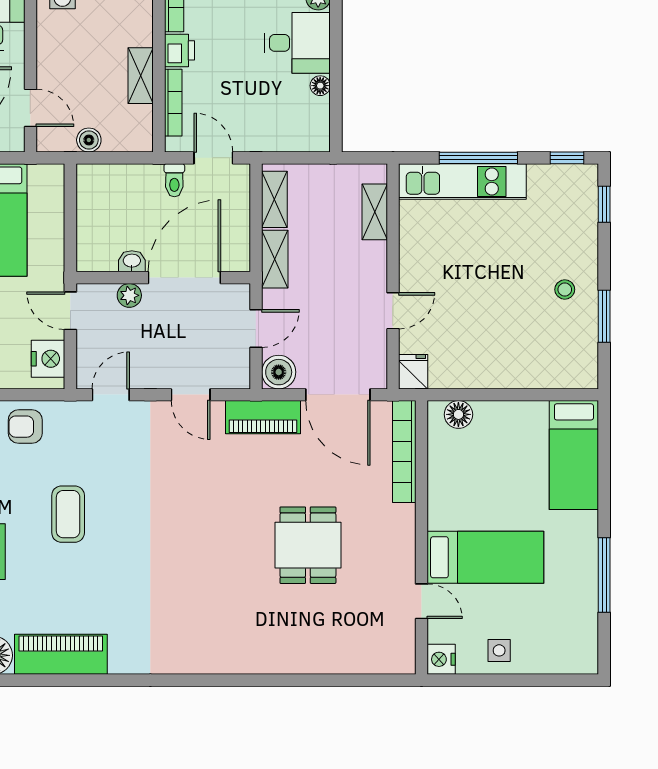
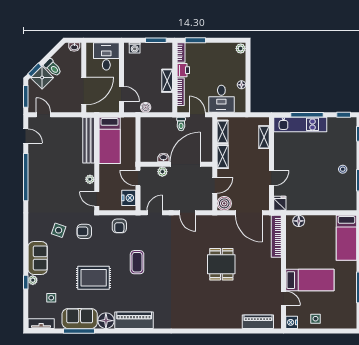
desk: (297, 43) -> (221, 99), moved, turned 90
piano: (263, 417) -> (258, 322), moved, turned 180
armchair: (25, 427) -> (119, 226), turned -90
dining table: (308, 545) -> (221, 264), moved

